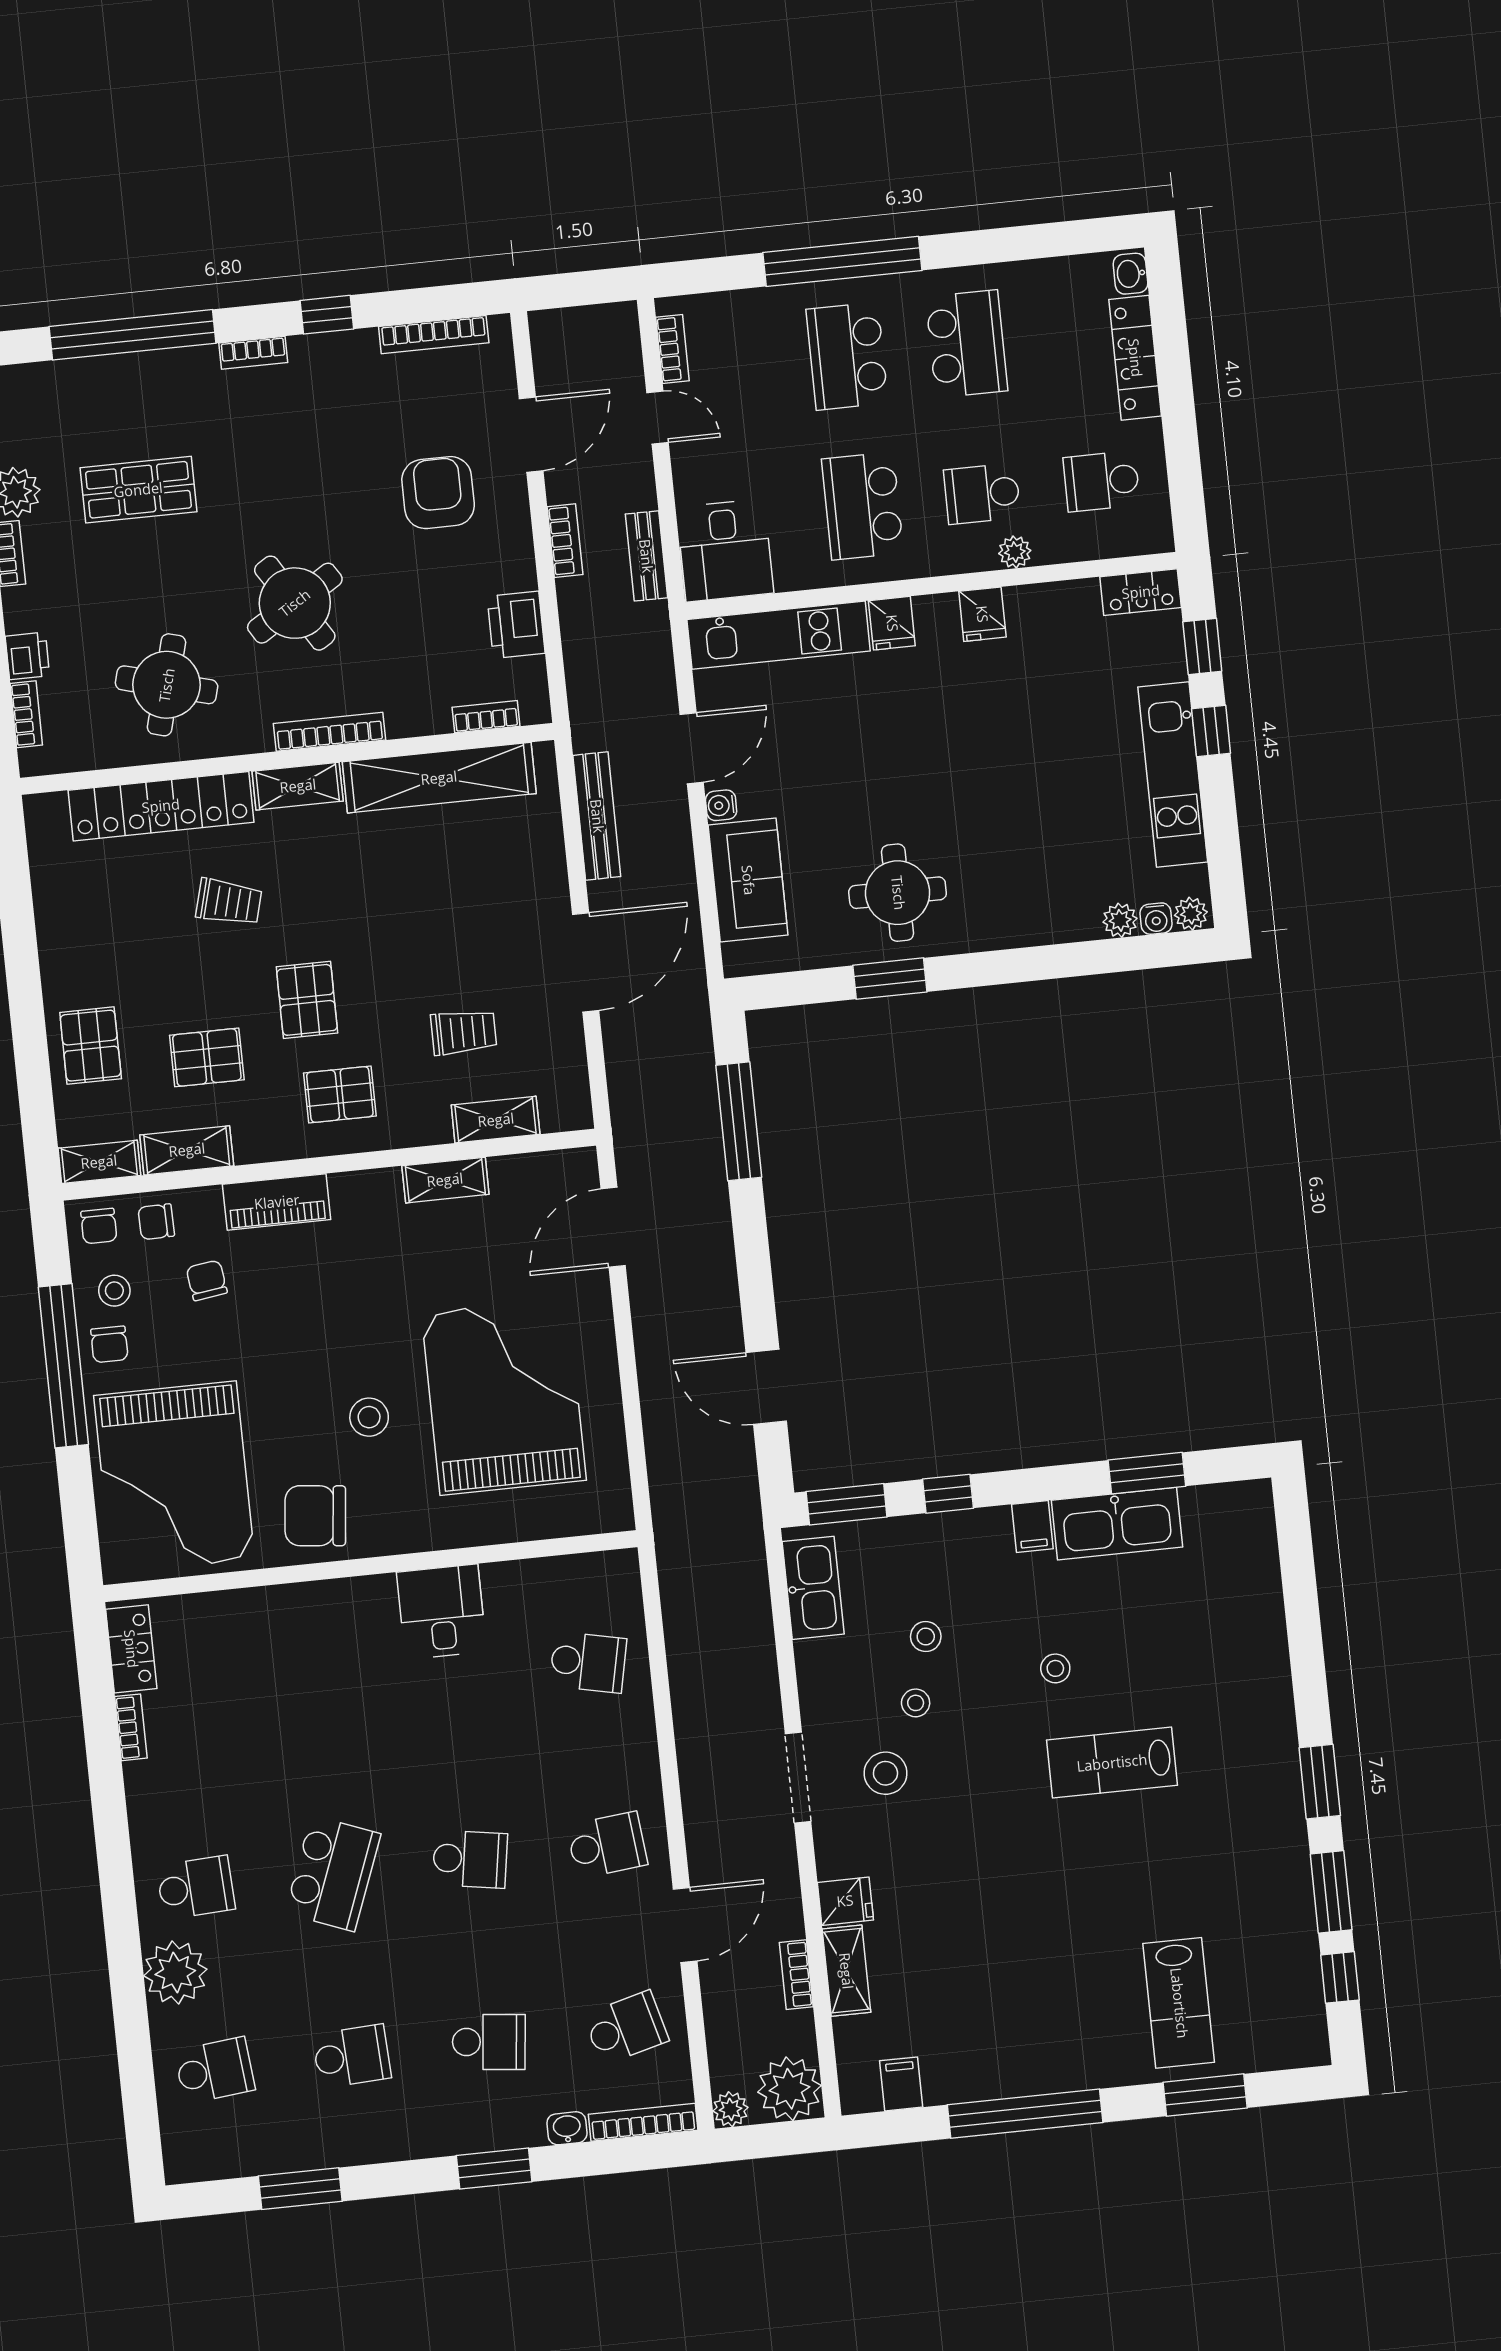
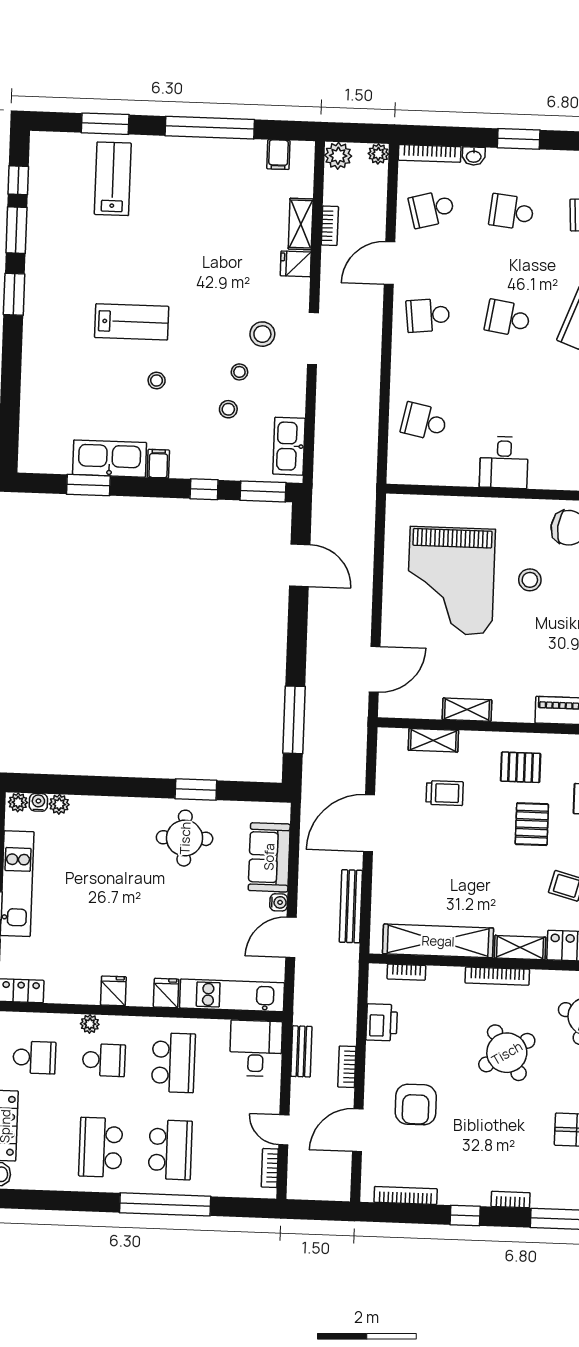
trolley: (464, 1032) -> (445, 793), turned 180
plant: (789, 2089) -> (338, 156), width x0.73, depth x0.73

